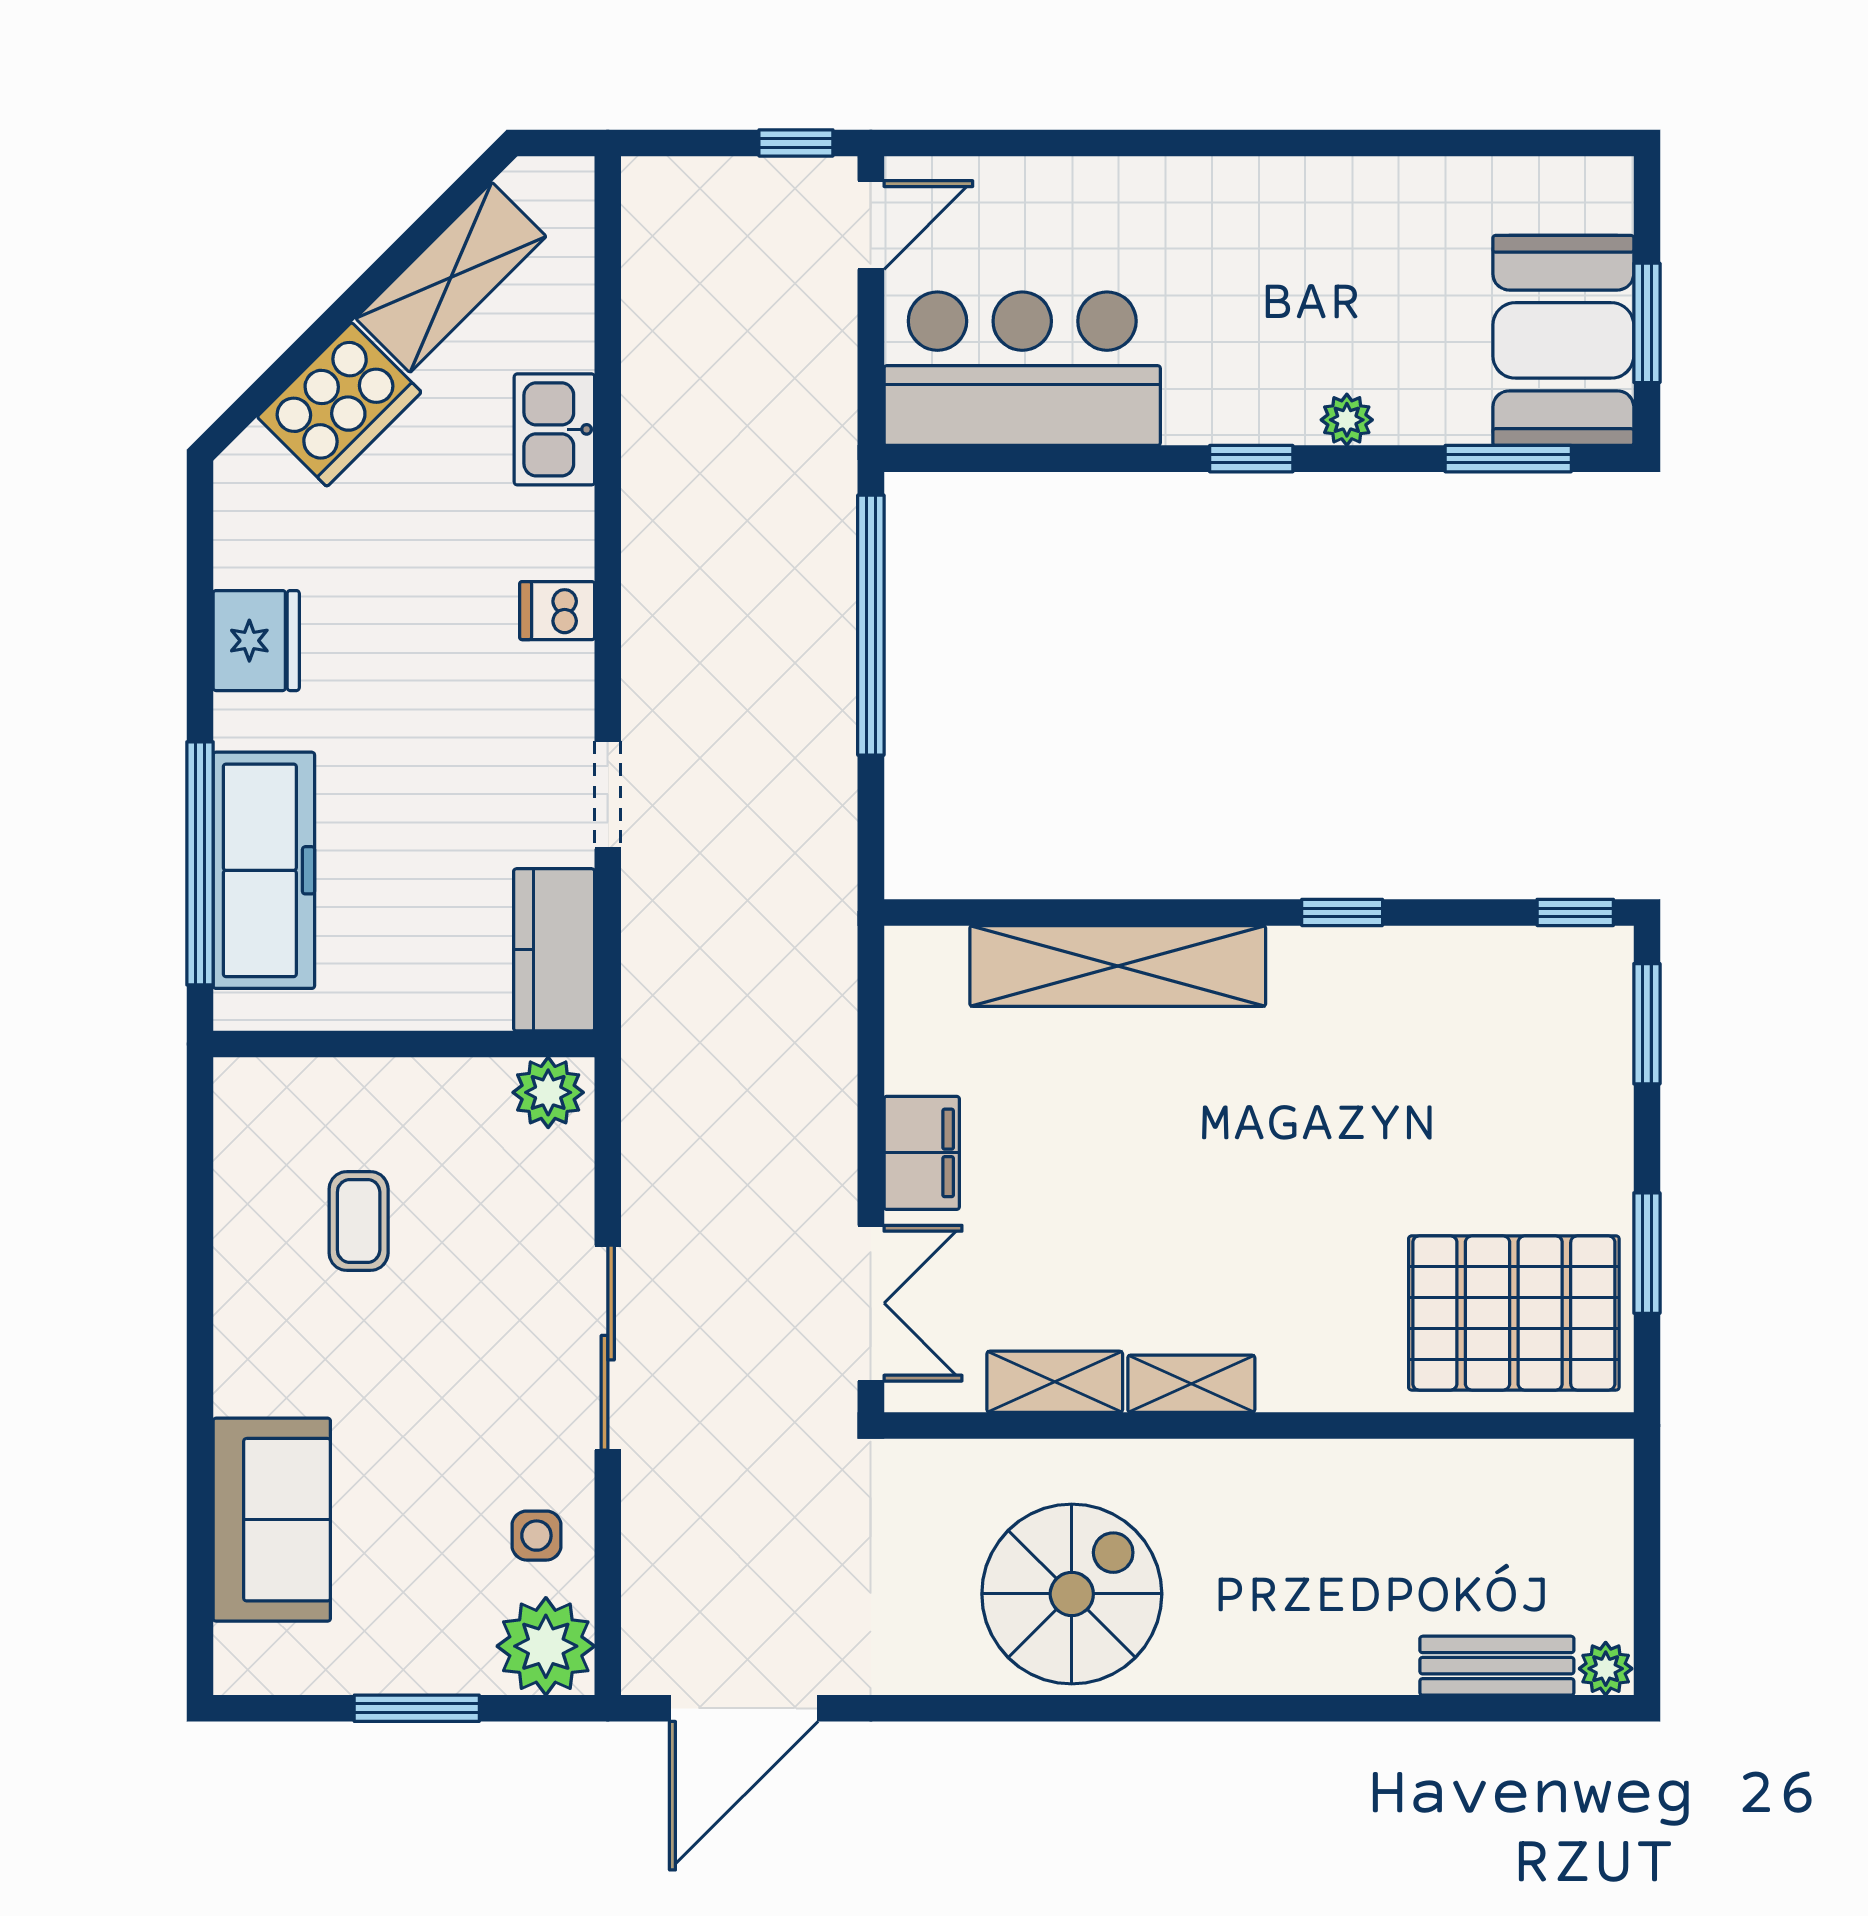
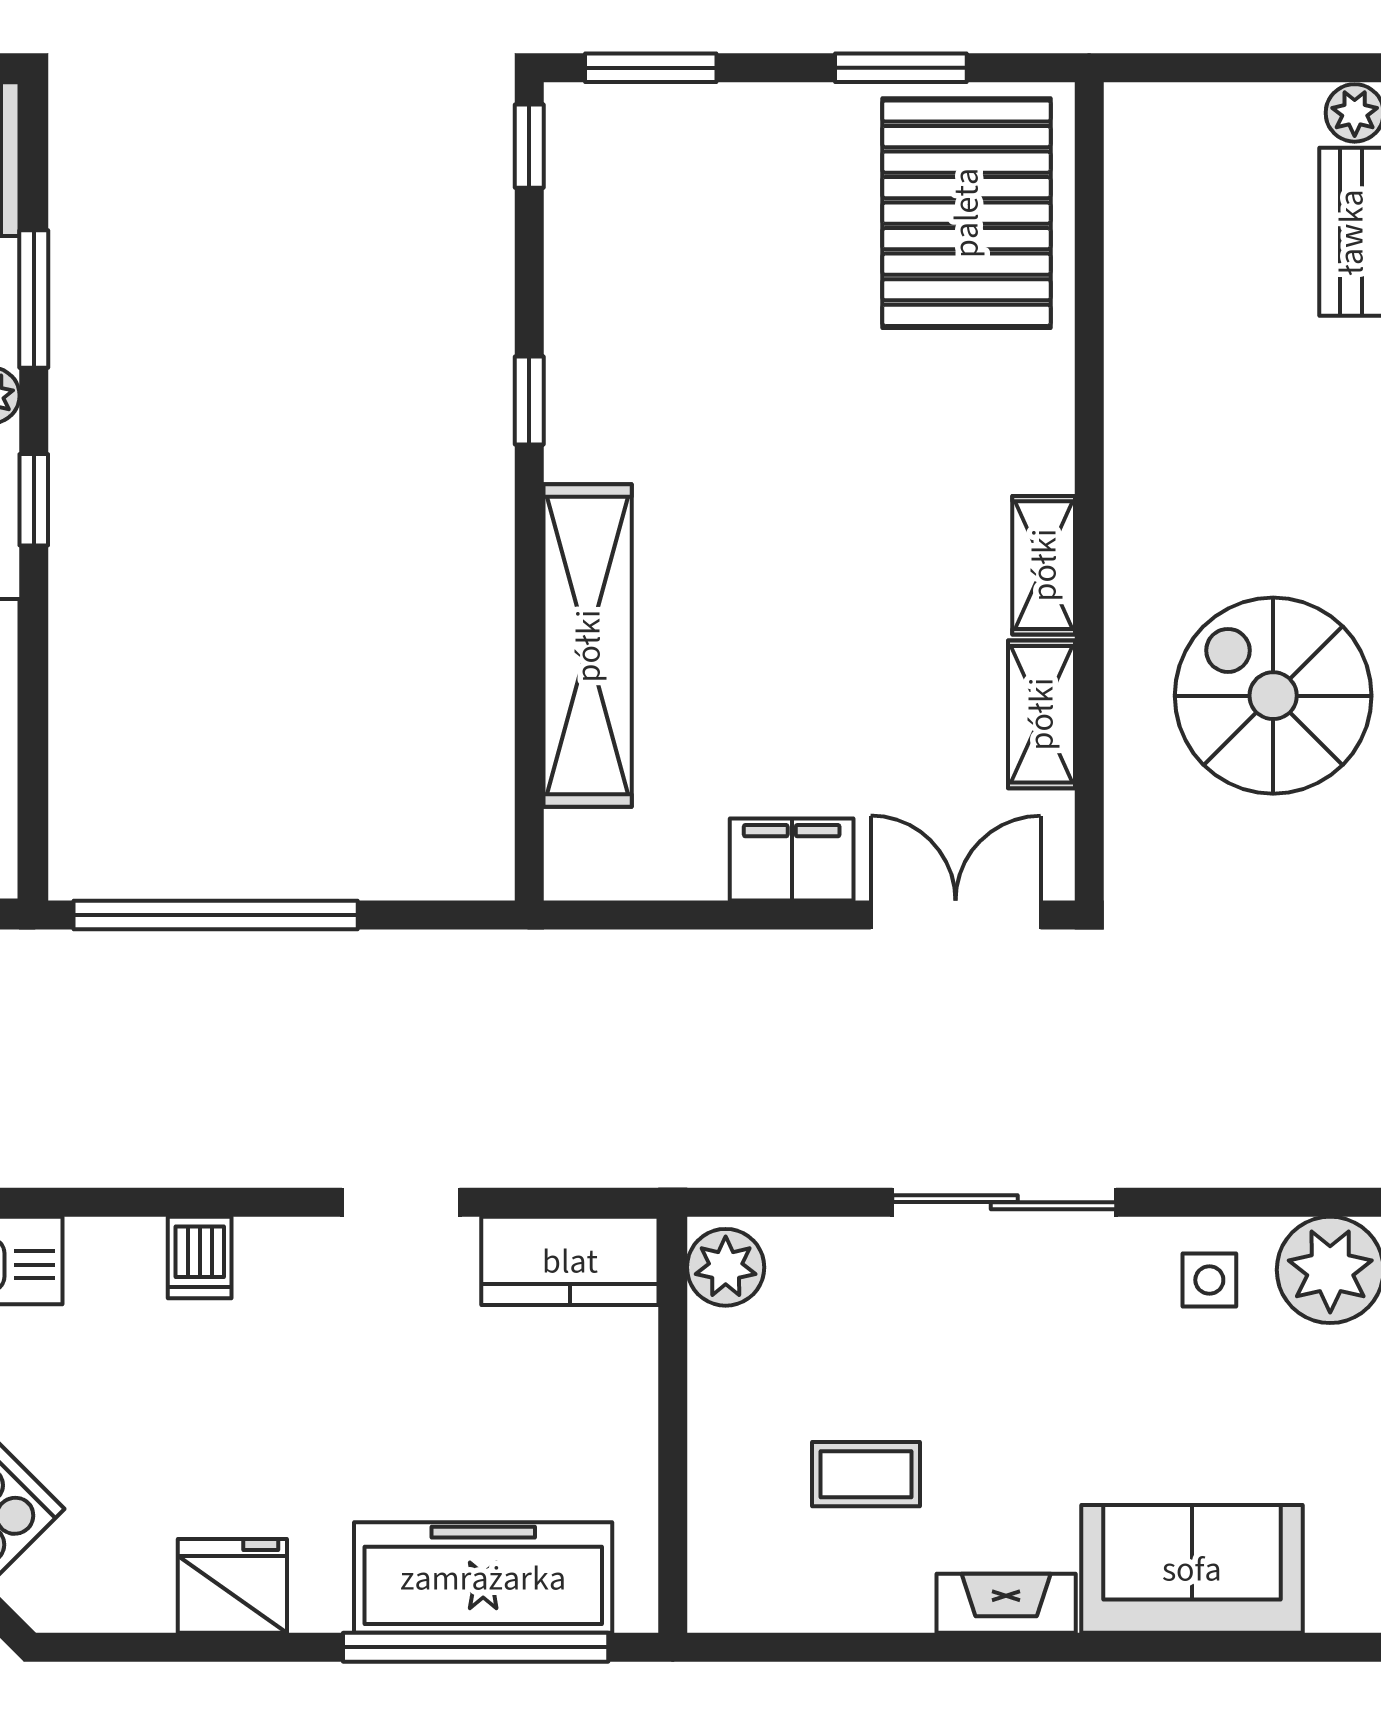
window: (1508, 459) -> (34, 299), moved
fireplace: (240, 1349) -> (1006, 1603), added

